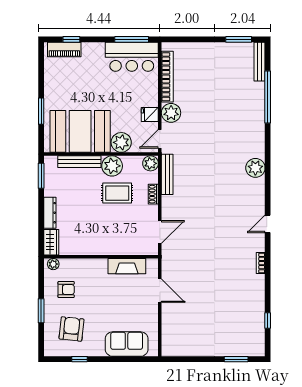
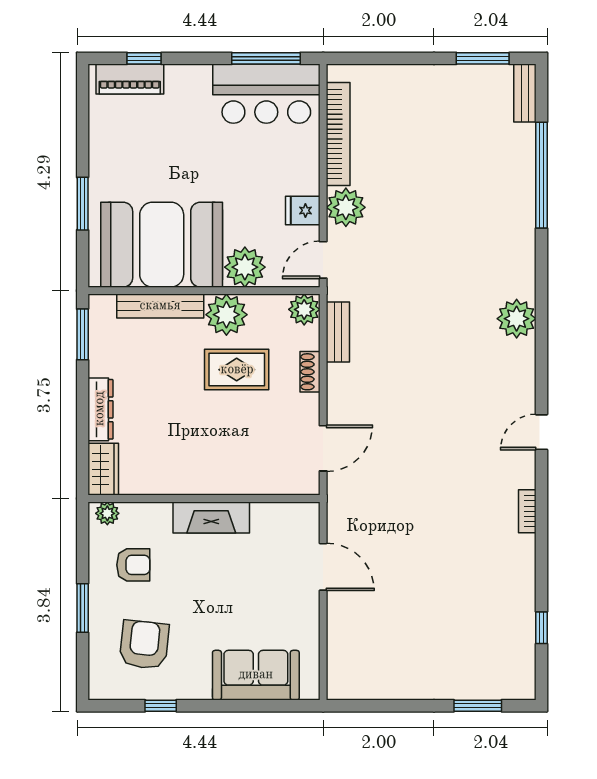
bench: (259, 62) -> (525, 93), width x0.73
bench: (167, 174) -> (338, 332), width x0.73
fireplace: (127, 266) -> (211, 517), moved

